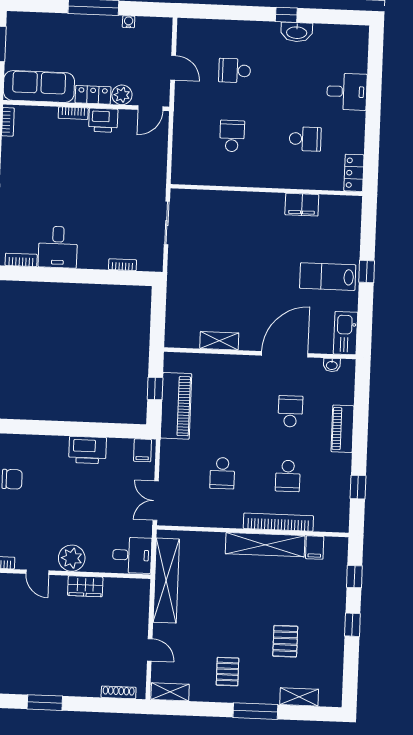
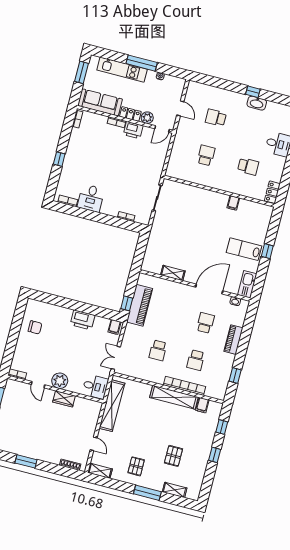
kitchen unit: (64, 25) -> (122, 70), added
filing cabinet: (302, 205) -> (233, 203), width x0.50
window: (155, 388) -> (127, 303), moved

